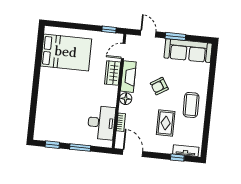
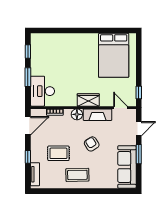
wardrobe: (113, 73) -> (88, 100), moved
desk: (101, 123) -> (42, 91), moved, turned 90
window: (177, 158) -> (28, 157), moved

